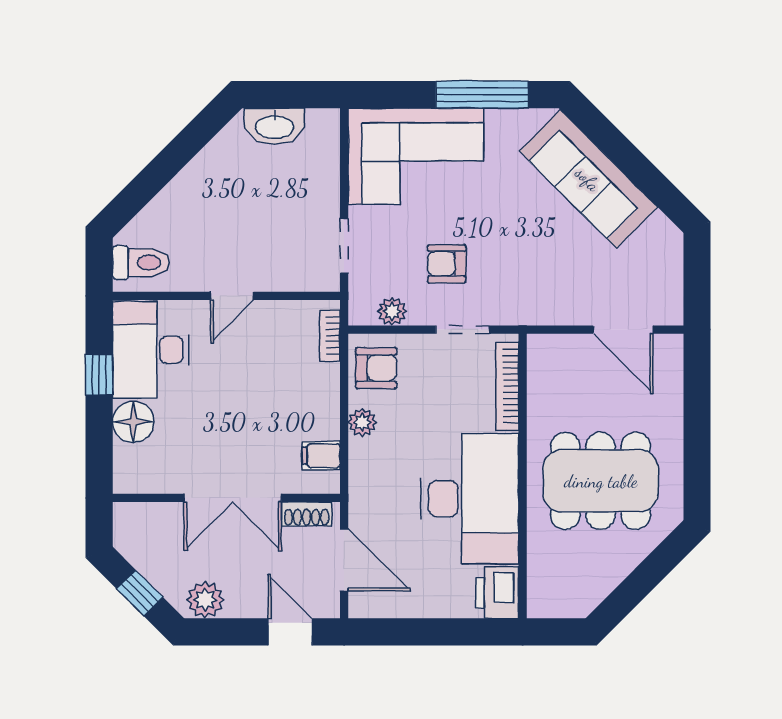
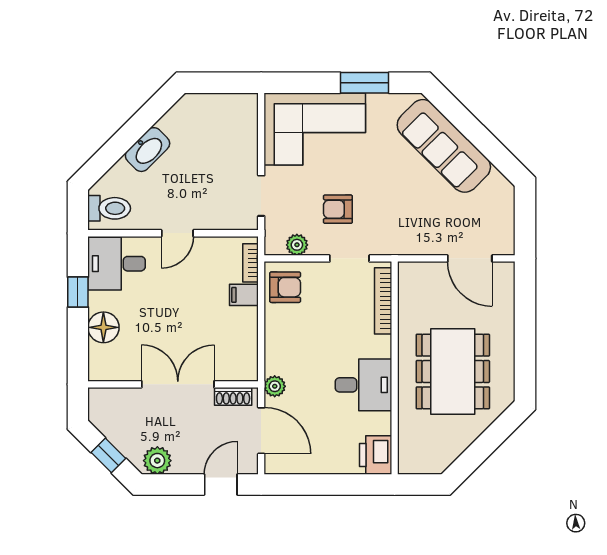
window: (482, 95) -> (365, 83), width x0.69
washbasin: (274, 126) -> (148, 150), moved, turned -45
desk: (151, 350) -> (117, 264), width x0.73
plant: (362, 422) -> (275, 386), moved
filing cabinet: (321, 456) -> (244, 295), moved
dining table: (601, 481) -> (453, 371), turned 90
double door: (233, 498) -> (178, 384), swing flipped
desk: (470, 499) -> (363, 385), width x0.53, depth x0.77
door: (290, 632) -> (221, 484), hinge flipped

